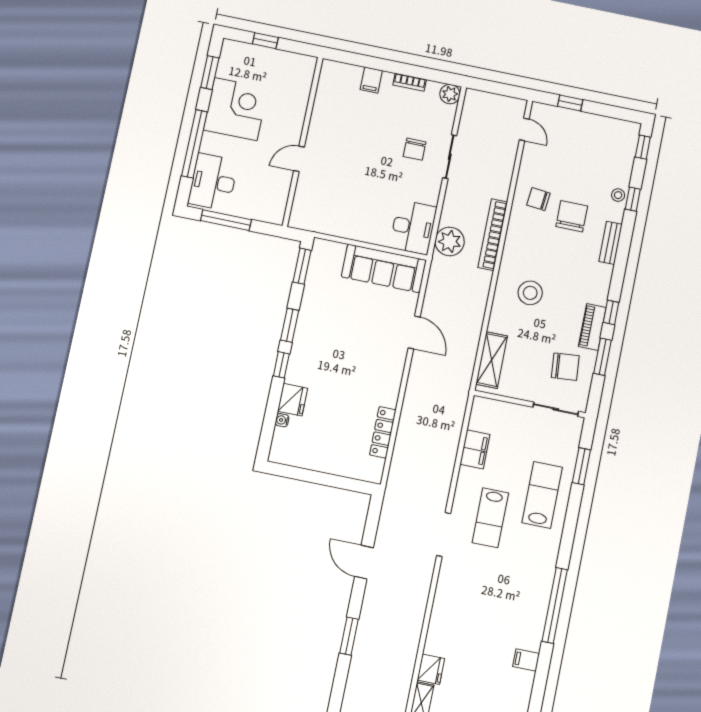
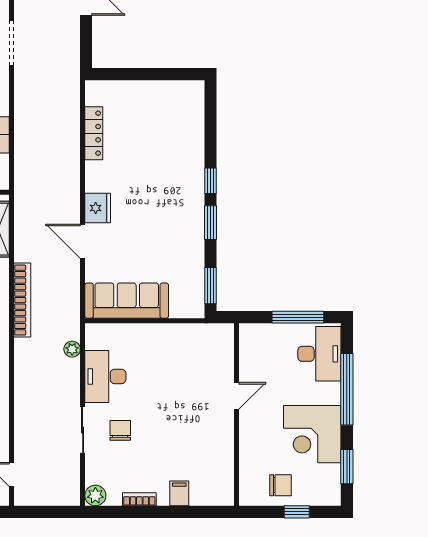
chair: (275, 68) -> (281, 485), added
desk: (413, 227) -> (105, 376), moved
bookcase: (493, 235) -> (22, 300), moved
plant: (450, 241) -> (72, 349), width x0.53, depth x0.53
fridge: (293, 400) -> (98, 208), moved, turned 180
water cooler: (282, 420) -> (198, 125), removed

